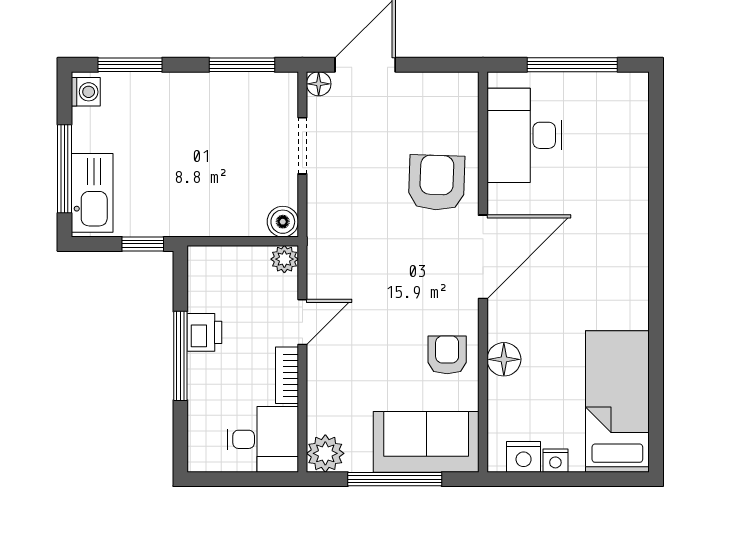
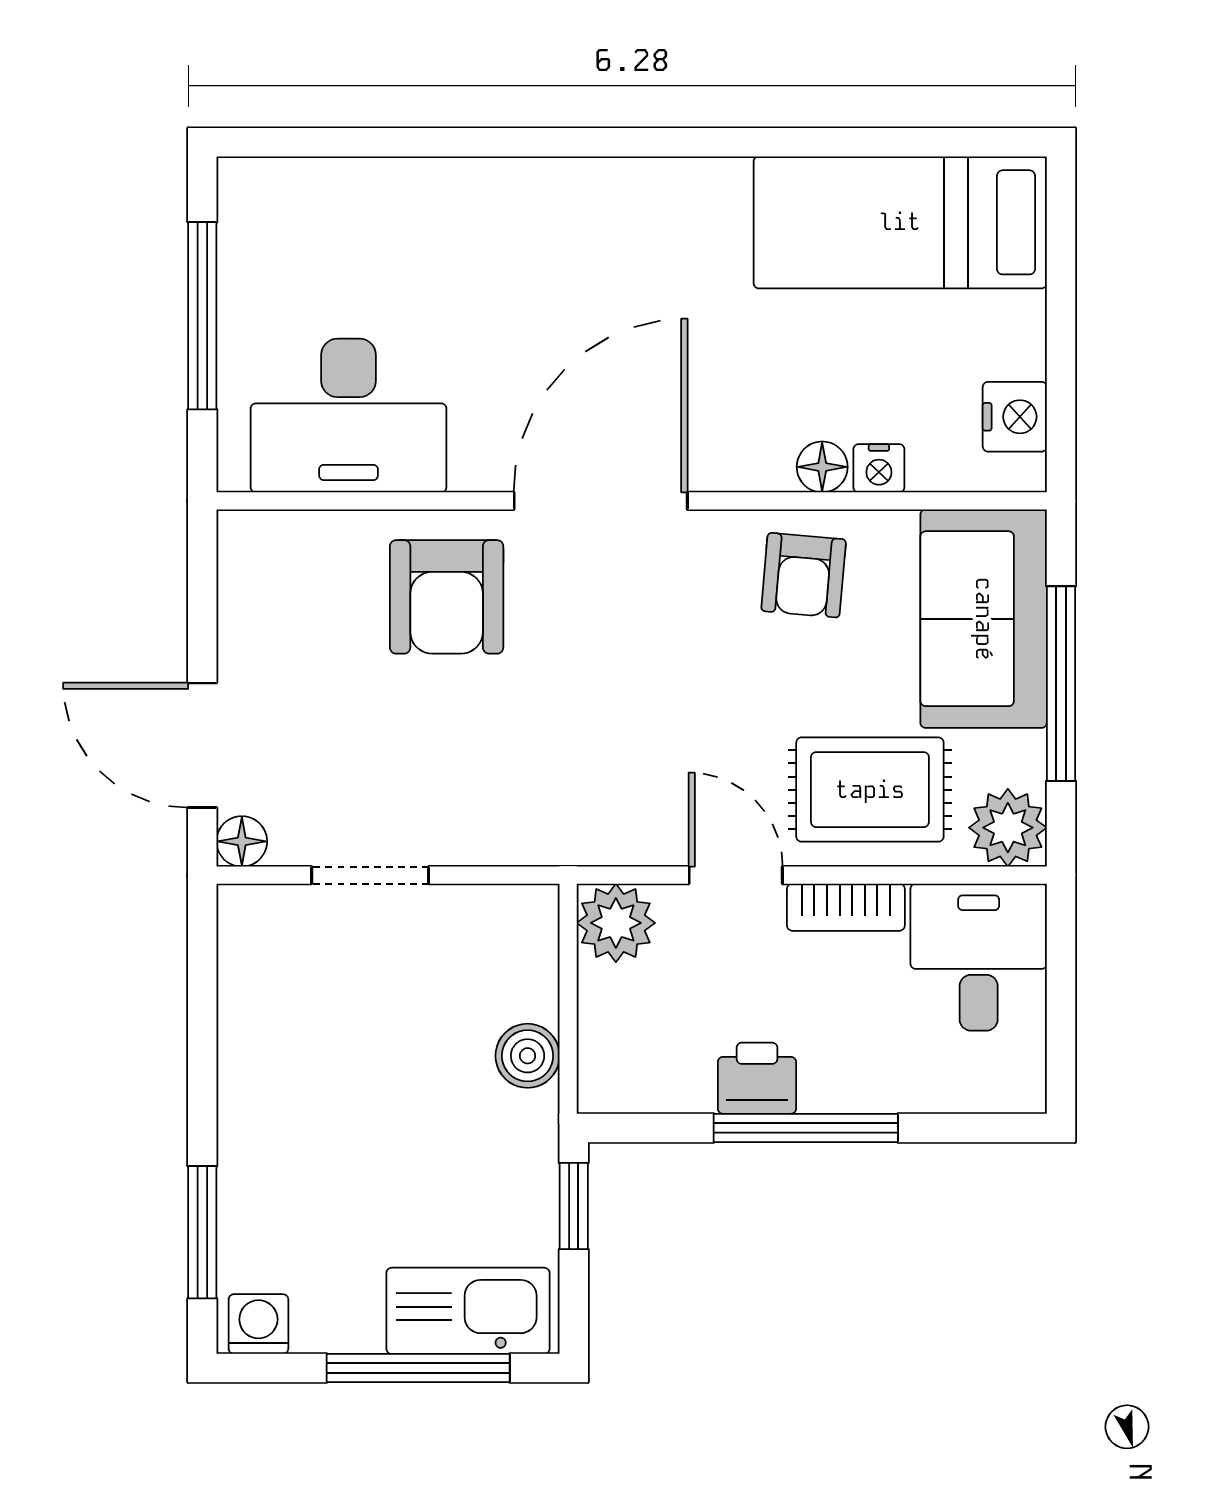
window: (242, 65) -> (202, 1000), removed
armchair: (437, 183) -> (447, 597), turned -92
boiler: (283, 222) -> (528, 1056), moved
door: (483, 257) -> (601, 501), hinge flipped
plant: (284, 259) -> (616, 923), width x1.38, depth x1.38
armchair: (447, 355) -> (804, 575), turned -85
floor lamp: (504, 359) -> (822, 467), width x0.73, depth x0.73
rug: (344, 387) -> (870, 790), added
nightstand: (555, 461) -> (879, 468), moved, turned 90

